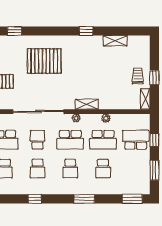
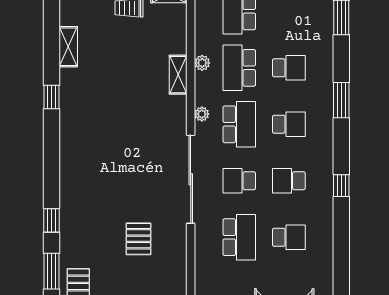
pallet: (44, 61) -> (103, 169), removed
shelving: (87, 104) -> (178, 75), moved
school desk: (103, 140) -> (239, 68), turned 180
school desk: (38, 169) -> (289, 181), turned 180

